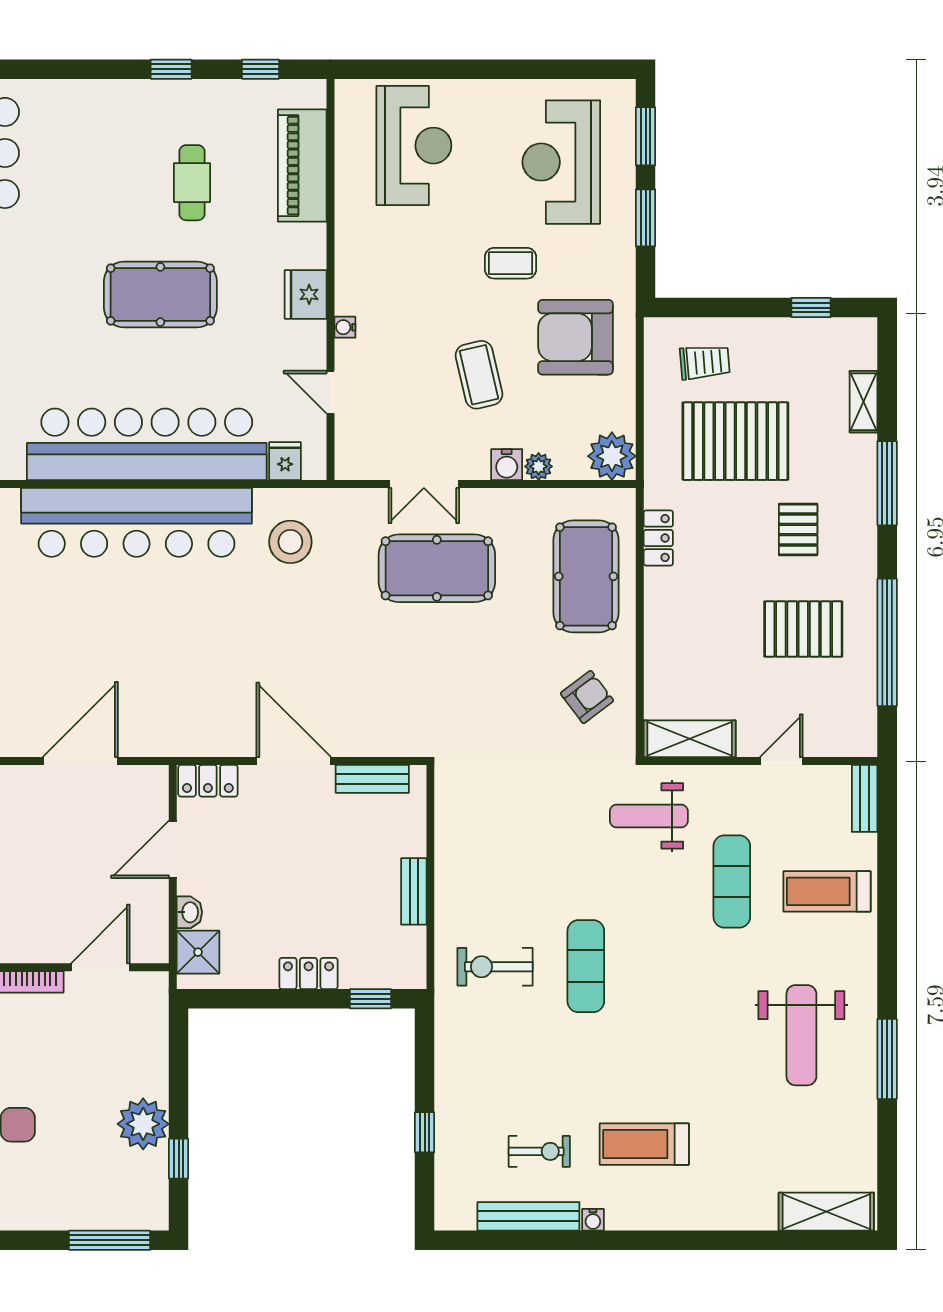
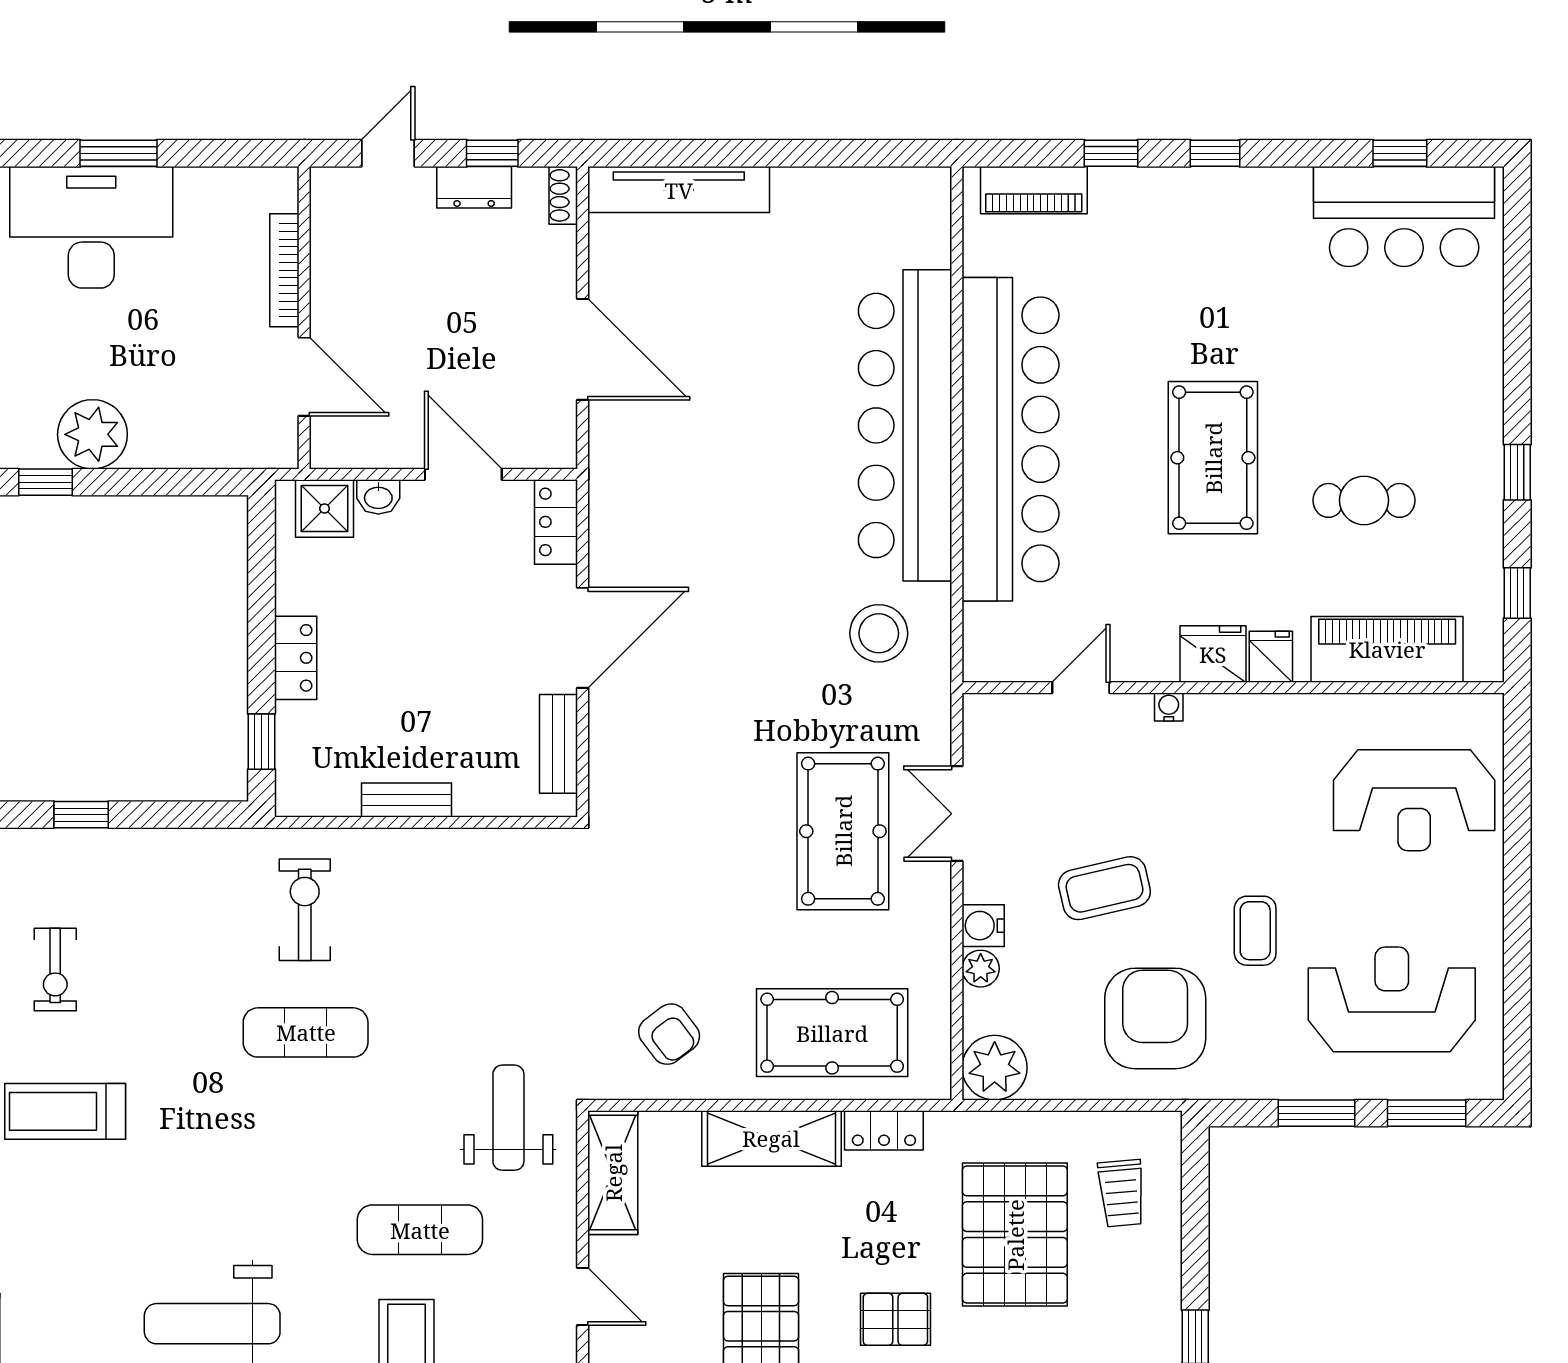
fridge: (285, 461) -> (1271, 657), moved, turned -90
shelving: (664, 621) -> (771, 1138), added
treadmill: (644, 1144) -> (65, 1111), turned -90

